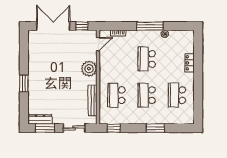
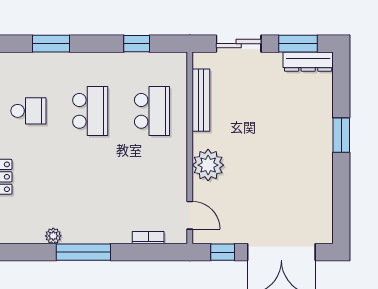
door: (98, 44) -> (190, 215), swing flipped
school desk: (147, 59) -> (90, 185), removed
school desk: (177, 95) -> (28, 111), width x0.54
window: (114, 128) -> (137, 44), moved
window: (155, 128) -> (51, 44), moved

